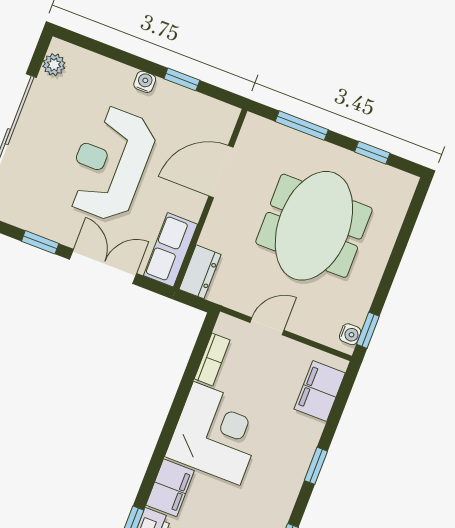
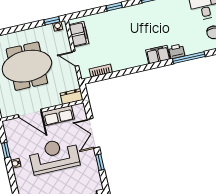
reception desk: (110, 163) -> (54, 156), turned 180
row of seats: (170, 250) -> (58, 116), moved
filing cabinet: (320, 391) -> (79, 34), moved, turned -90
corner desk: (217, 433) -> (127, 51), removed

